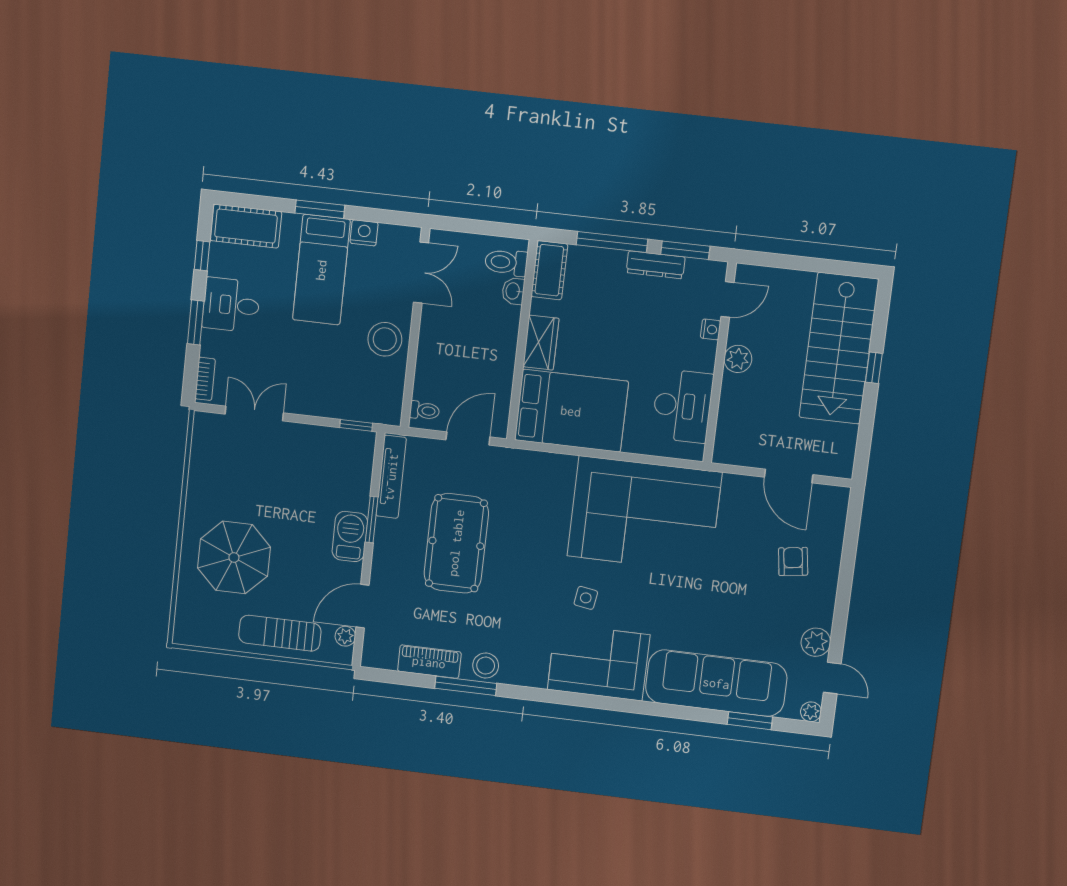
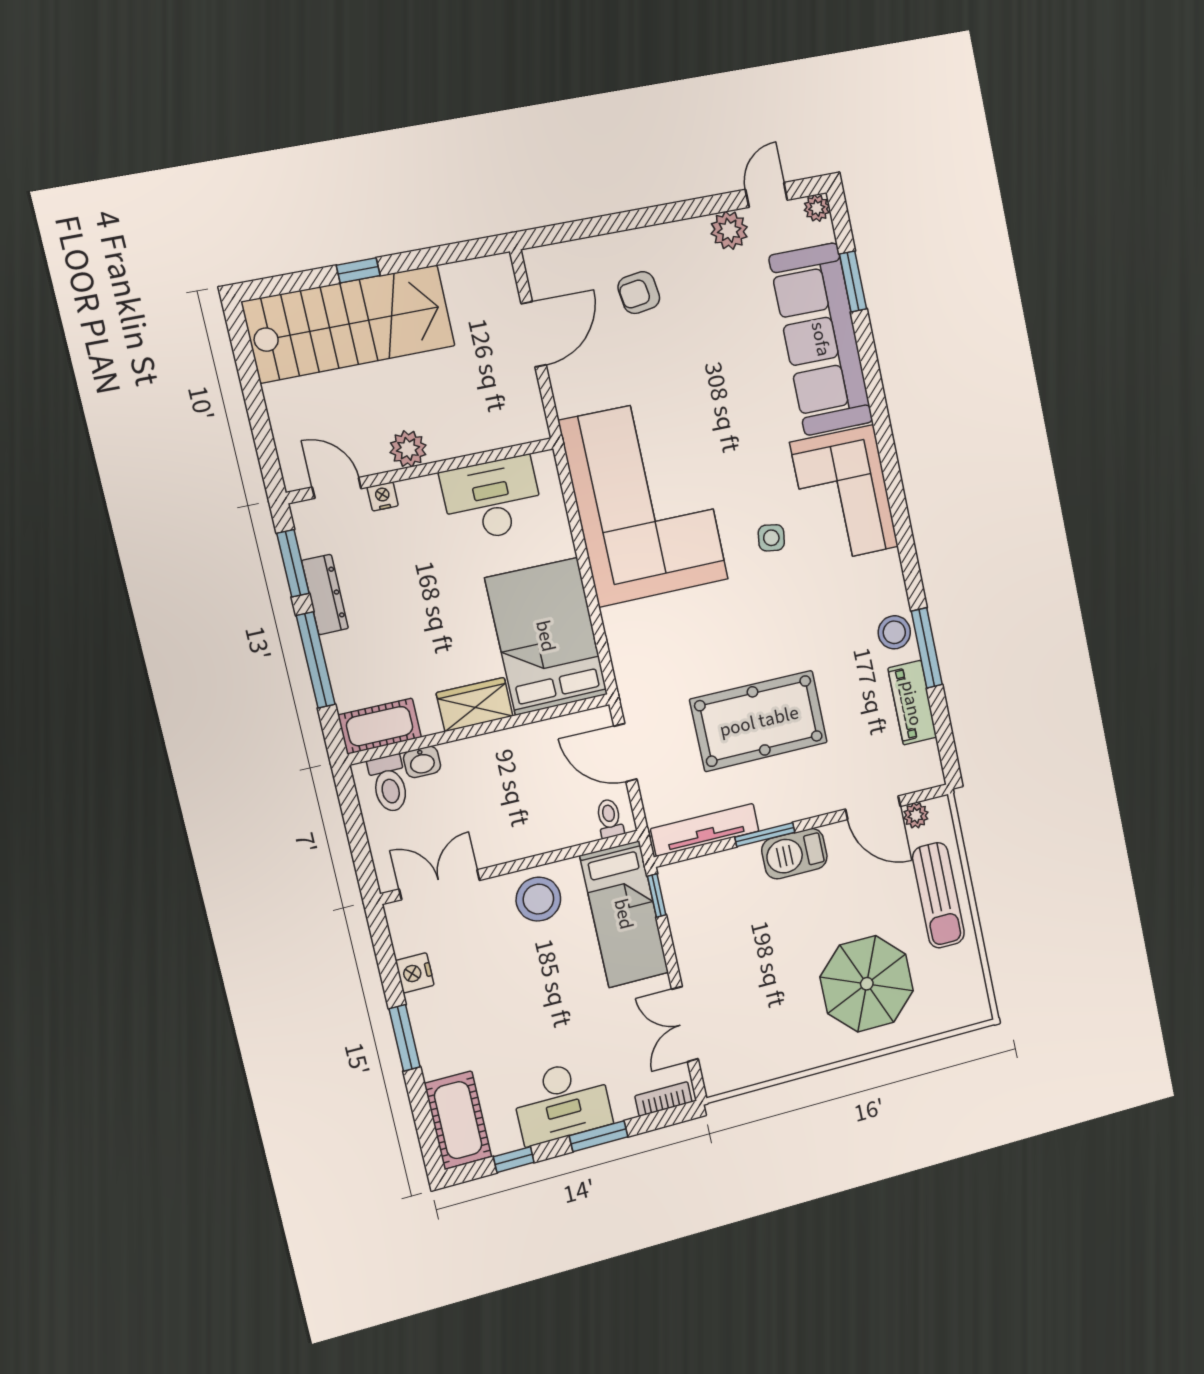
bed: (321, 270) -> (624, 914), moved, turned 90
desk: (231, 305) -> (562, 1102), width x1.37

